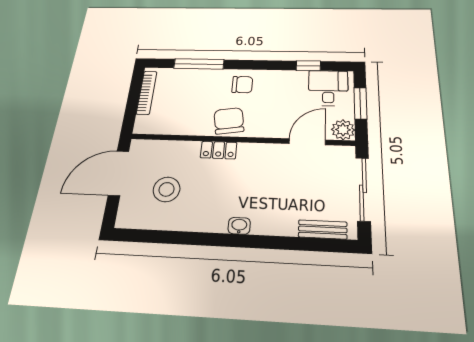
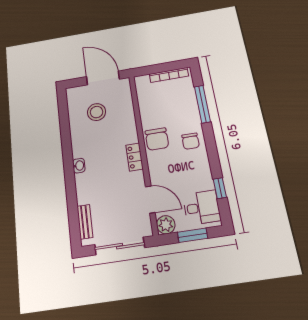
chair: (229, 121) -> (157, 139), turned 99
locker: (219, 150) -> (135, 157), moved

